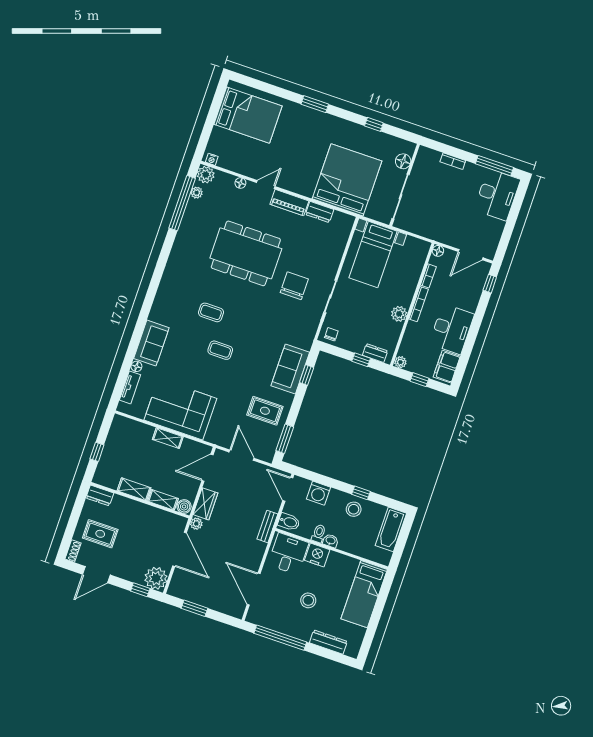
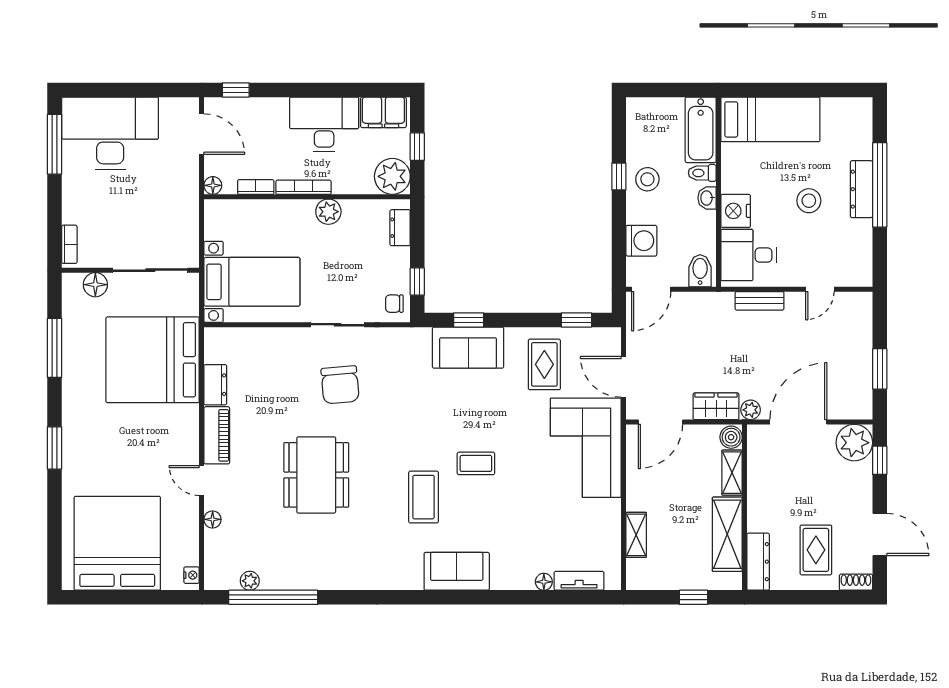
bed: (248, 115) -> (117, 543), width x1.36
window: (374, 124) -> (55, 348), width x2.17
bookcase: (453, 161) -> (69, 244), moved
plant: (206, 175) -> (218, 576), removed
desk: (497, 195) -> (110, 133), width x1.36, depth x1.30
dining table: (246, 253) -> (316, 475), width x0.73, depth x0.80
chair: (294, 286) -> (340, 385), turned -95
coffee table: (211, 312) -> (424, 497), width x1.36, depth x1.30
sofa: (151, 343) -> (457, 571), moved
coffee table: (220, 350) -> (476, 463), turned 90
window: (361, 360) -> (417, 282), moved
plant: (400, 362) -> (392, 176), width x1.88, depth x1.88
corner sofa: (180, 409) -> (586, 448), moved
shelving: (168, 438) -> (636, 535), moved
window: (285, 439) -> (576, 320), width x0.67
door: (242, 455) -> (624, 377), hinge flipped
door: (207, 468) -> (660, 422), hinge flipped
shelving: (134, 489) -> (727, 534), width x1.50, depth x1.33
dresser: (100, 495) -> (758, 562), width x1.44
bench: (267, 526) -> (760, 301), moved
bathtub: (391, 529) -> (701, 130), moved, turned 90
toilet: (319, 533) -> (702, 173), moved
door: (254, 589) -> (820, 289), width x0.53
window: (280, 638) -> (880, 185), moved
dresser: (328, 642) -> (861, 189), moved

